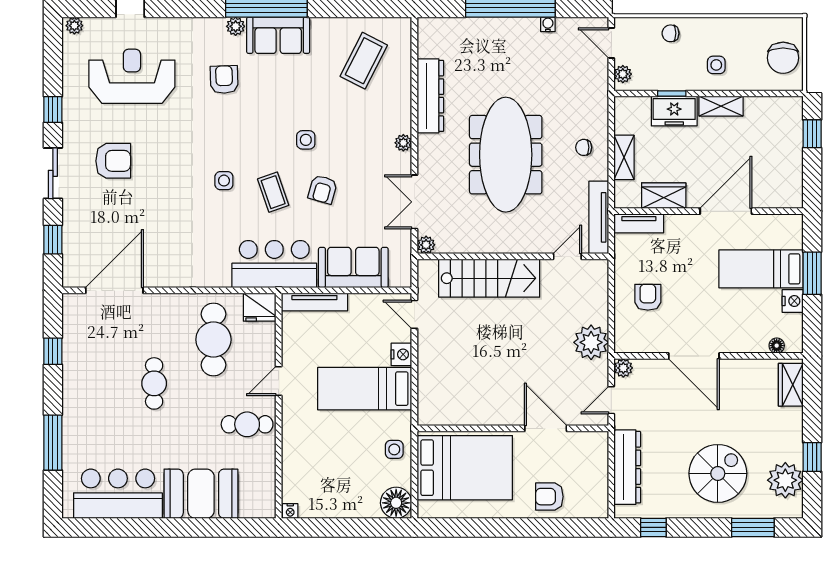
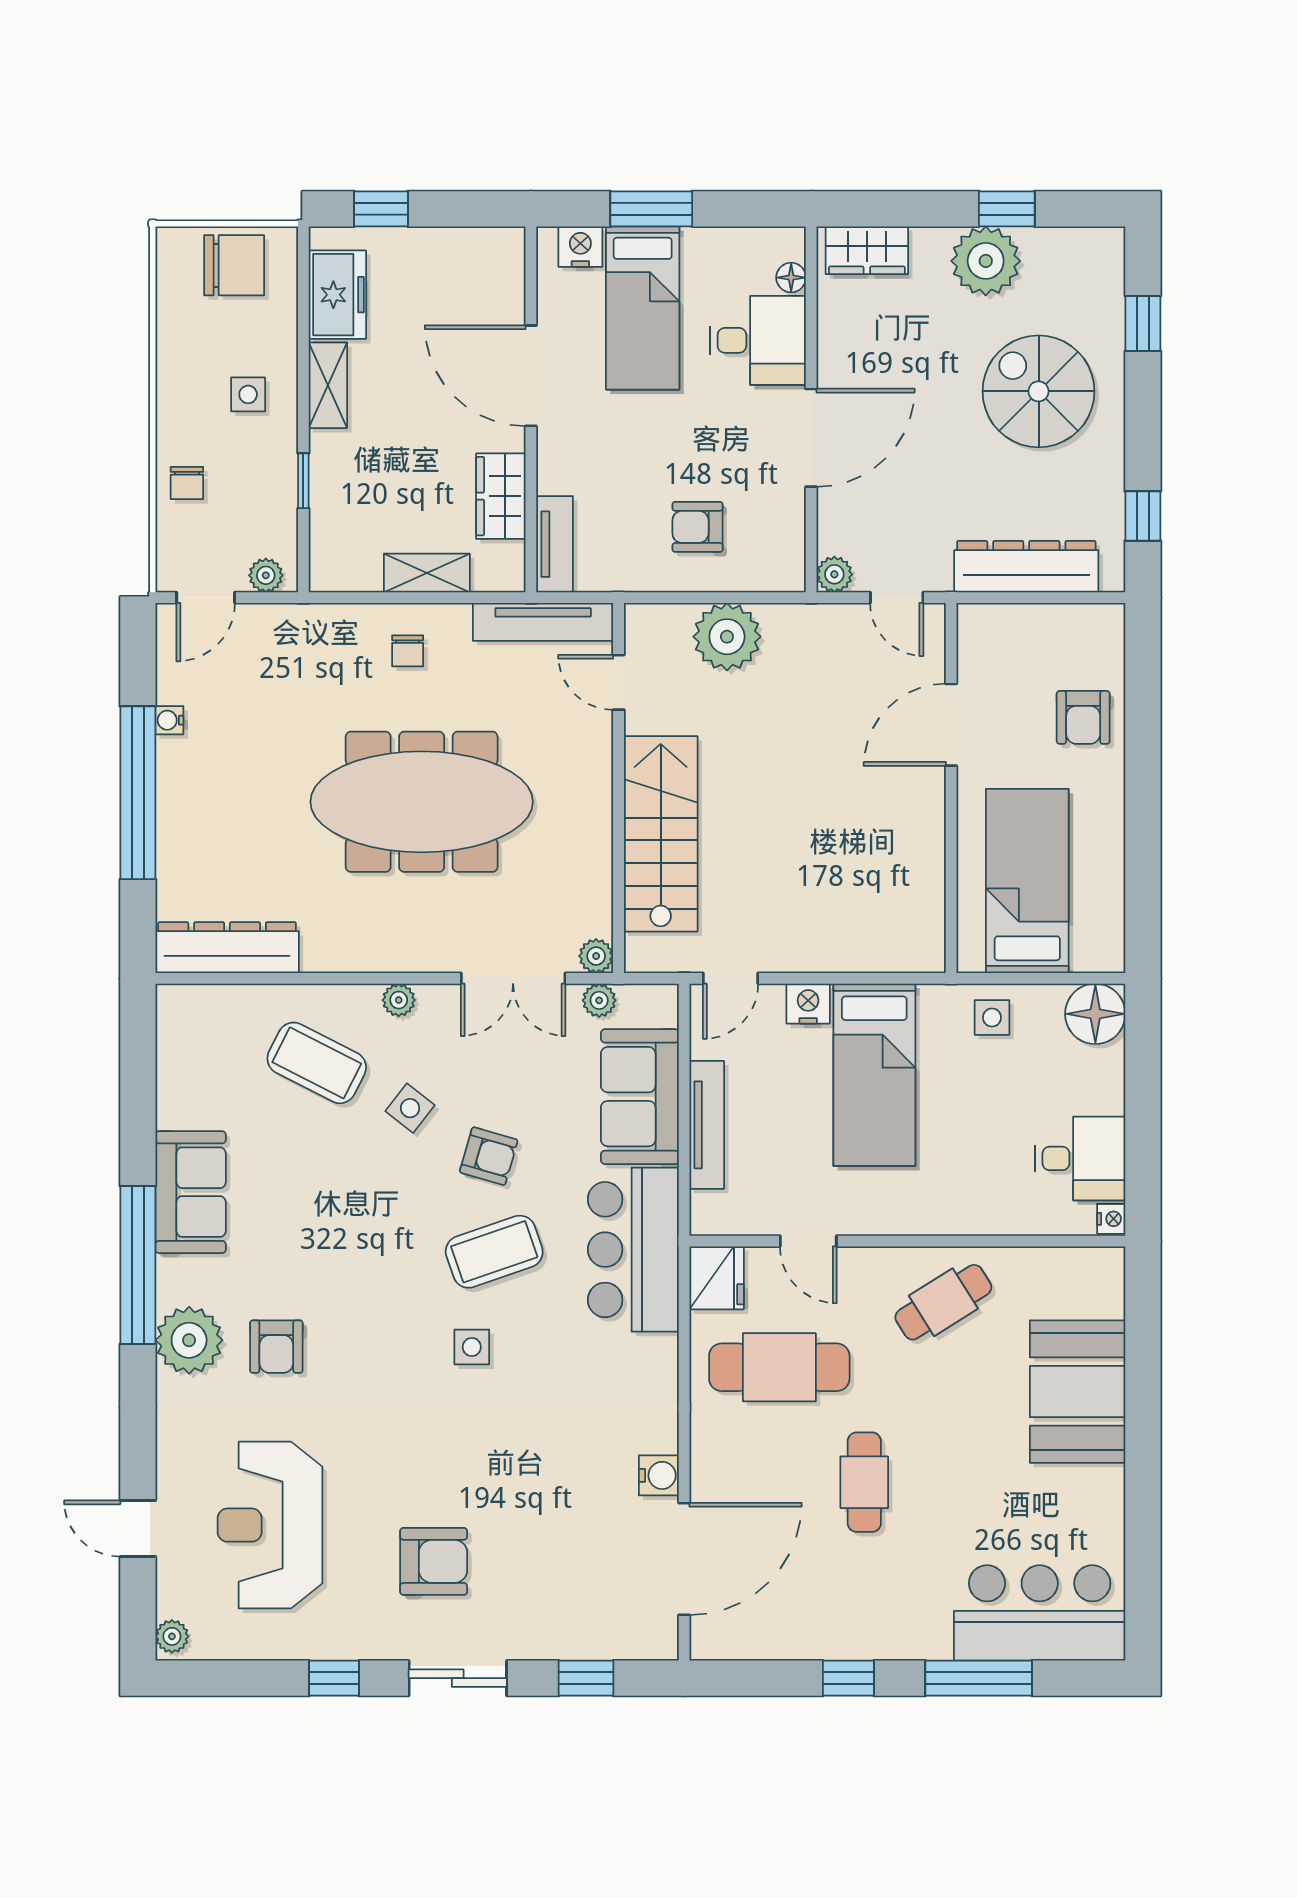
plant: (236, 26) -> (189, 1340), width x1.88, depth x1.88
sofa: (278, 35) -> (191, 1192), moved
coffee table: (364, 61) -> (317, 1063), moved
armchair: (224, 80) -> (276, 1347), turned -88
dresser: (430, 96) -> (227, 948), moved
freezer: (674, 111) -> (337, 295), moved
side table: (306, 140) -> (410, 1108), moved, turned 38
armchair: (113, 161) -> (434, 1561), turned 90
coffee table: (273, 192) -> (494, 1252), width x1.36, depth x1.30
plant: (403, 246) -> (599, 1000), added
water cooler: (158, 277) -> (659, 1475), added
door: (114, 290) -> (684, 1559), swing flipped
nightstand: (793, 301) -> (580, 247), moved
tv unit: (314, 302) -> (707, 1125), moved
desk: (744, 328) -> (758, 340), added
plant: (591, 342) -> (727, 637), moved
window: (53, 351) -> (848, 1678), moved
door: (279, 381) -> (808, 1241), moved
cafe table: (154, 383) -> (864, 1482), turned 90
cafe table: (247, 424) -> (943, 1302), turned 58
bed: (465, 468) -> (1027, 881), width x0.67
plant: (785, 480) -> (986, 261), moved
bar counter: (118, 494) -> (1040, 1613), moved, turned 90
desk: (321, 495) -> (1080, 1158), added
window: (753, 527) -> (1143, 324), width x0.67

